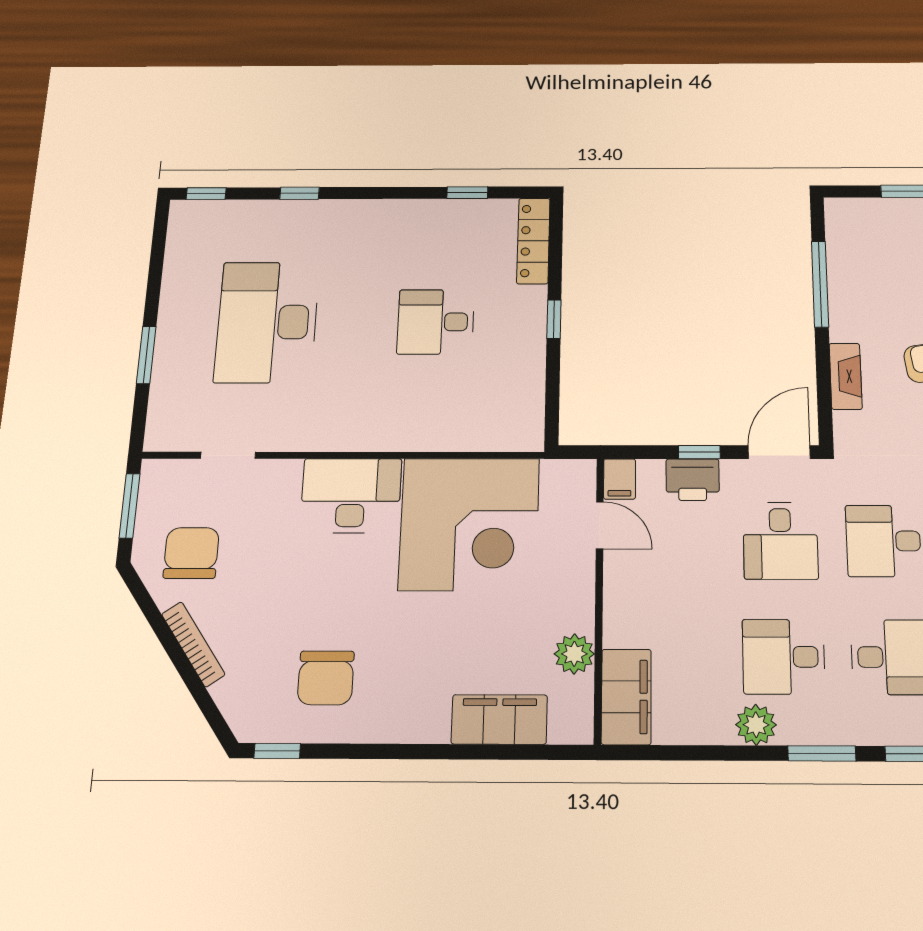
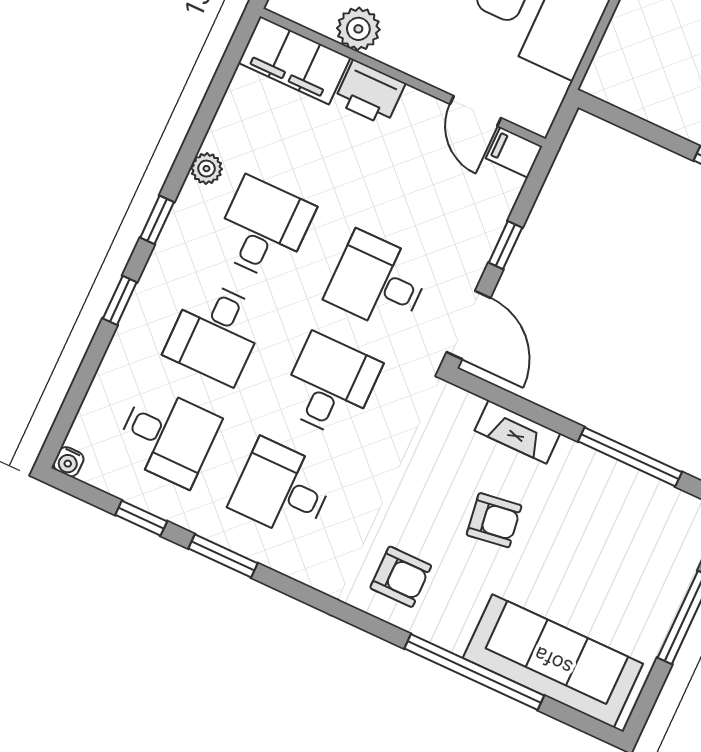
printer: (693, 480) -> (370, 93), moved, turned -90
door: (600, 525) -> (475, 111), hinge flipped
plant: (756, 725) -> (206, 169), width x0.73, depth x0.73
window: (822, 753) -> (157, 220), width x0.67

